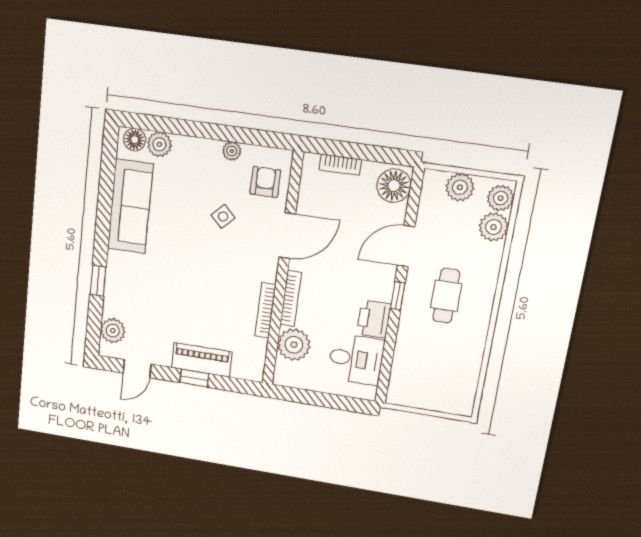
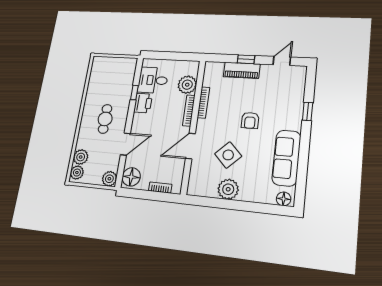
plant: (159, 144) -> (268, 196), removed
plant: (232, 151) -> (228, 189), width x1.88, depth x1.88
armchair: (265, 182) -> (250, 120), moved
plant: (460, 187) -> (109, 179), moved
side table: (223, 216) -> (228, 155), width x1.87, depth x1.87
window: (398, 296) -> (134, 93), moved
plant: (113, 331) -> (298, 82), removed

